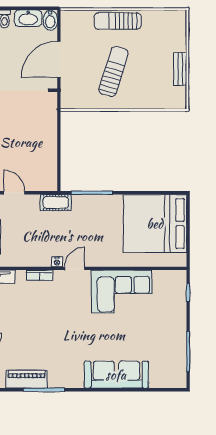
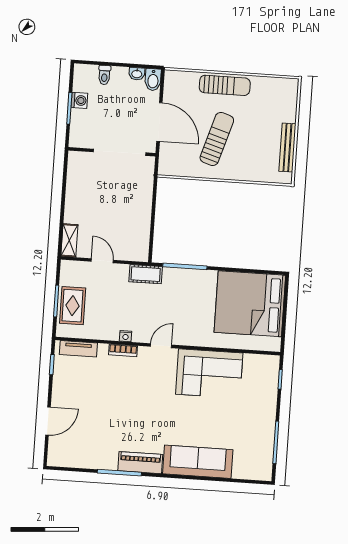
washbasin: (28, 18) -> (137, 74), width x0.52, depth x0.69
sun lounger: (118, 21) -> (225, 85), turned 180
door: (59, 59) -> (159, 122), swing flipped
bench: (180, 69) -> (287, 147), width x1.36
nightstand: (57, 262) -> (126, 336), moved
piano: (27, 379) -> (140, 463), moved

